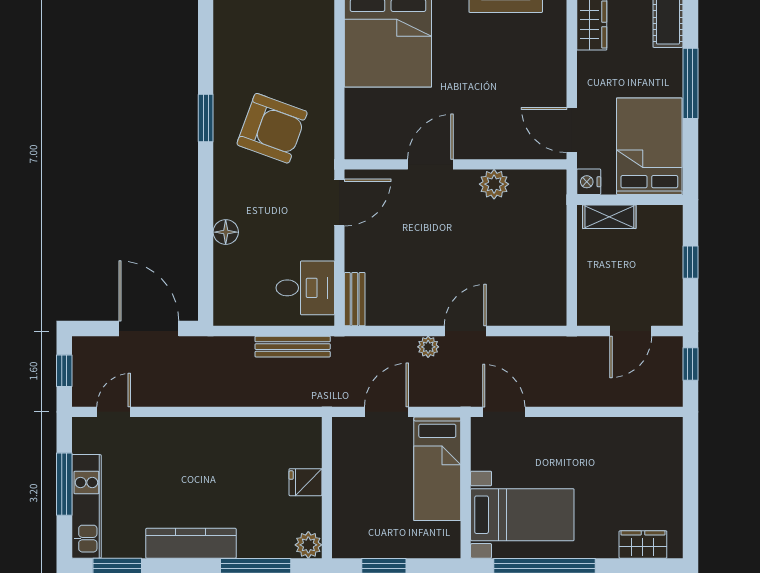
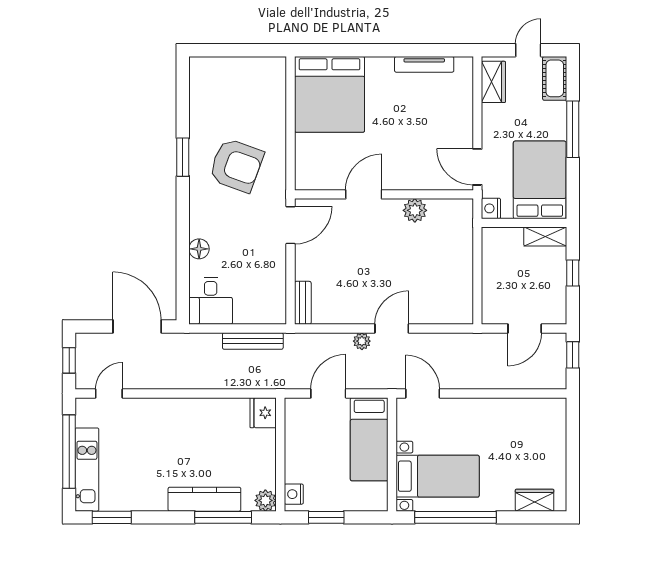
shelving: (609, 217) -> (545, 237), moved
desk: (305, 288) -> (211, 301), moved, turned 90
fridge: (305, 482) -> (263, 413), moved, width x1.38
window: (64, 484) -> (69, 452), width x1.46
nightstand: (344, 537) -> (294, 494), added
kitchen counter: (191, 543) -> (204, 499), moved

